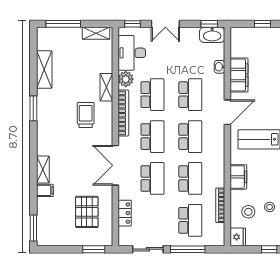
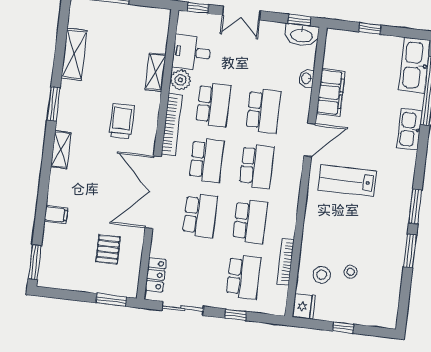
shelving: (96, 33) -> (148, 15), removed
desk: (132, 53) -> (192, 52), width x0.73
shelving: (106, 87) -> (155, 72), moved
double door: (115, 165) -> (153, 192), width x1.36
shelving: (43, 169) -> (61, 150), moved
filing cabinet: (238, 177) -> (314, 227), removed
pallet: (87, 212) -> (108, 249), width x0.67, depth x0.71
locker: (125, 213) -> (156, 275), moved
window: (188, 249) -> (236, 315), width x0.46

